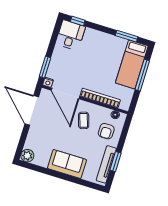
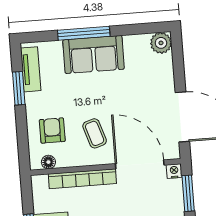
tv unit: (106, 164) -> (31, 69), width x0.71
window: (68, 178) -> (84, 33), added

